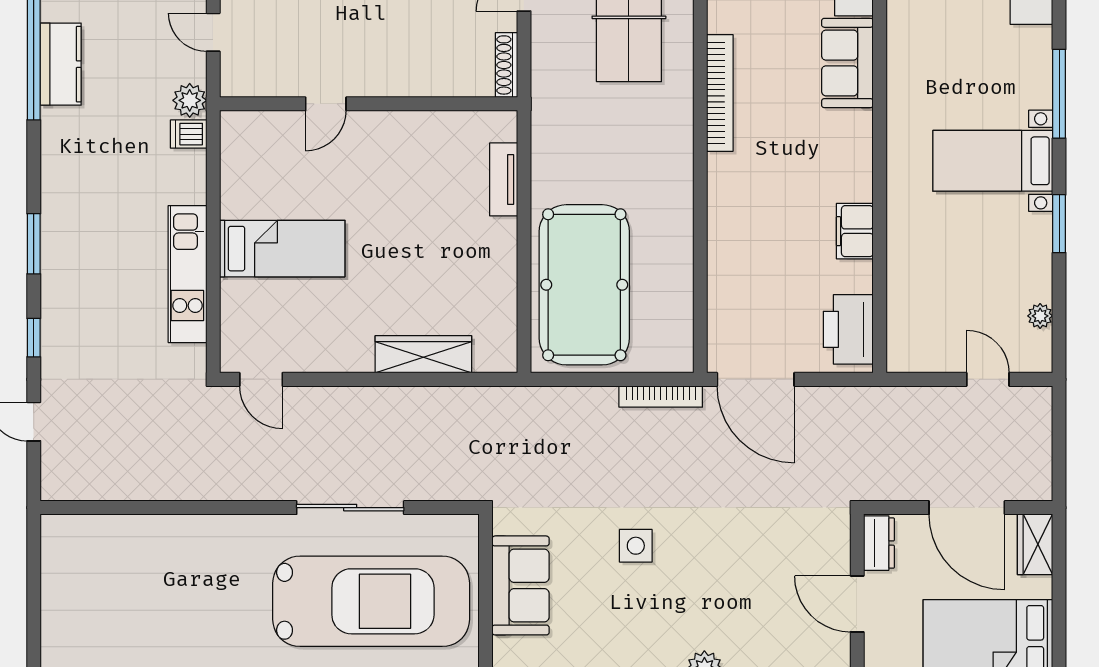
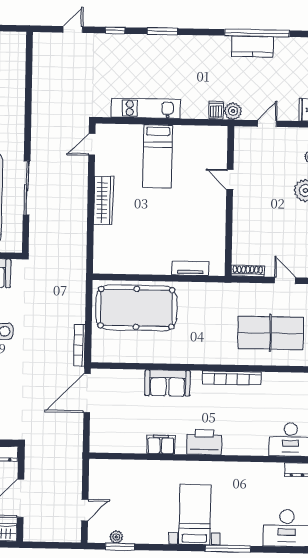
sofa: (847, 63) -> (168, 383), moved, turned 180
window: (1059, 224) -> (120, 547), moved
printer: (848, 329) -> (204, 442), moved
wardrobe: (423, 354) -> (103, 200), moved

